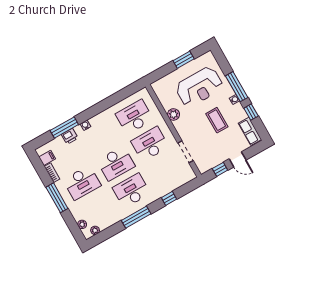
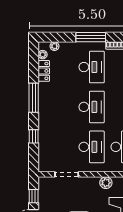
desk: (116, 163) -> (92, 107), turned 180
desk: (82, 183) -> (92, 67), turned 180
desk: (131, 191) -> (60, 107), removed
locker: (108, 221) -> (44, 71), added

